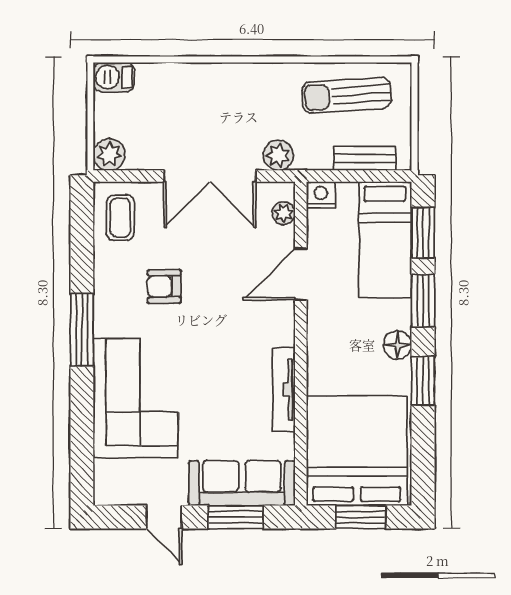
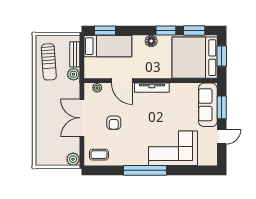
barbecue: (114, 77) -> (41, 157), removed
plant: (278, 155) -> (73, 74), moved
double door: (210, 176) -> (82, 118), swing flipped
nightstand: (321, 195) -> (90, 72), removed
armchair: (164, 286) -> (114, 123), moved
window: (423, 301) -> (194, 31), moved
window: (82, 330) -> (145, 170), width x1.46
tv unit: (284, 390) -> (152, 88), moved

